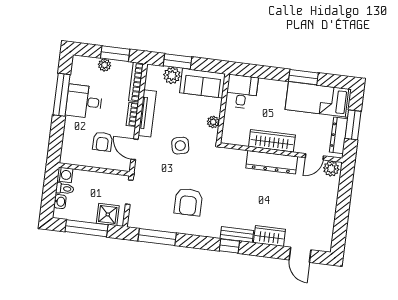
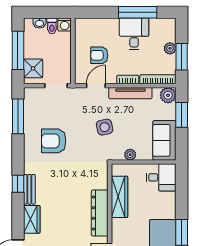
plant: (172, 75) -> (168, 95), moved
wardrobe: (272, 141) -> (119, 197), moved

